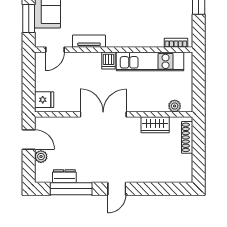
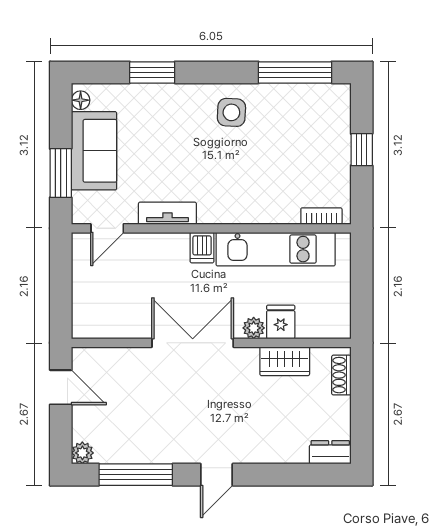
fridge: (44, 100) -> (281, 322), moved, turned -90
plant: (175, 106) -> (254, 328), moved
shoe rack: (187, 137) -> (341, 375), width x0.70
plant: (41, 157) -> (82, 453), moved
dresser: (64, 176) -> (330, 452), moved

